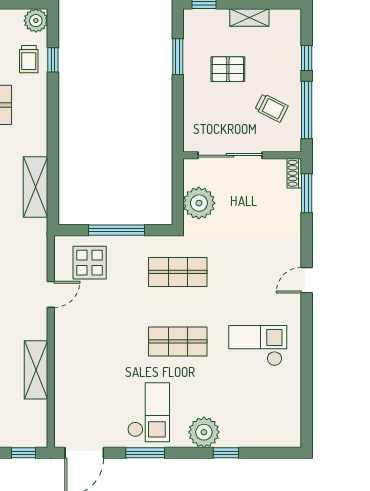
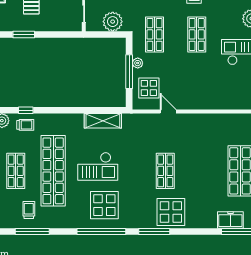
plant: (131, 244) -> (138, 63), added
shelving: (36, 370) -> (214, 120), removed

